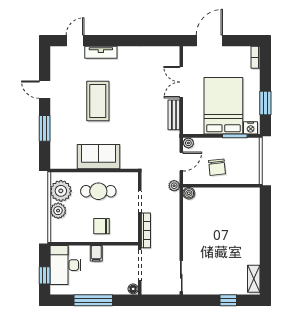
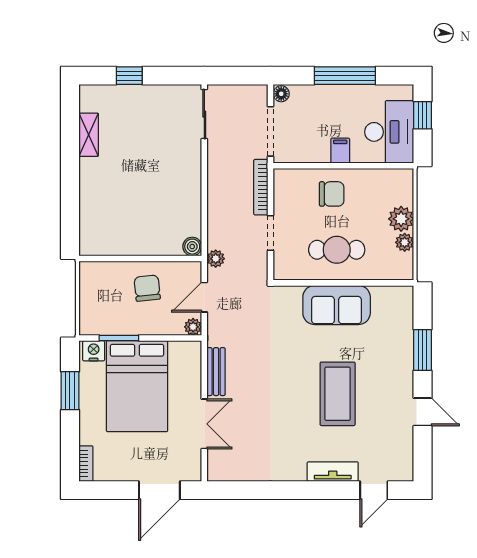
plant: (61, 191) -> (405, 242), width x0.53, depth x0.53
shelving: (254, 279) -> (89, 135), moved

